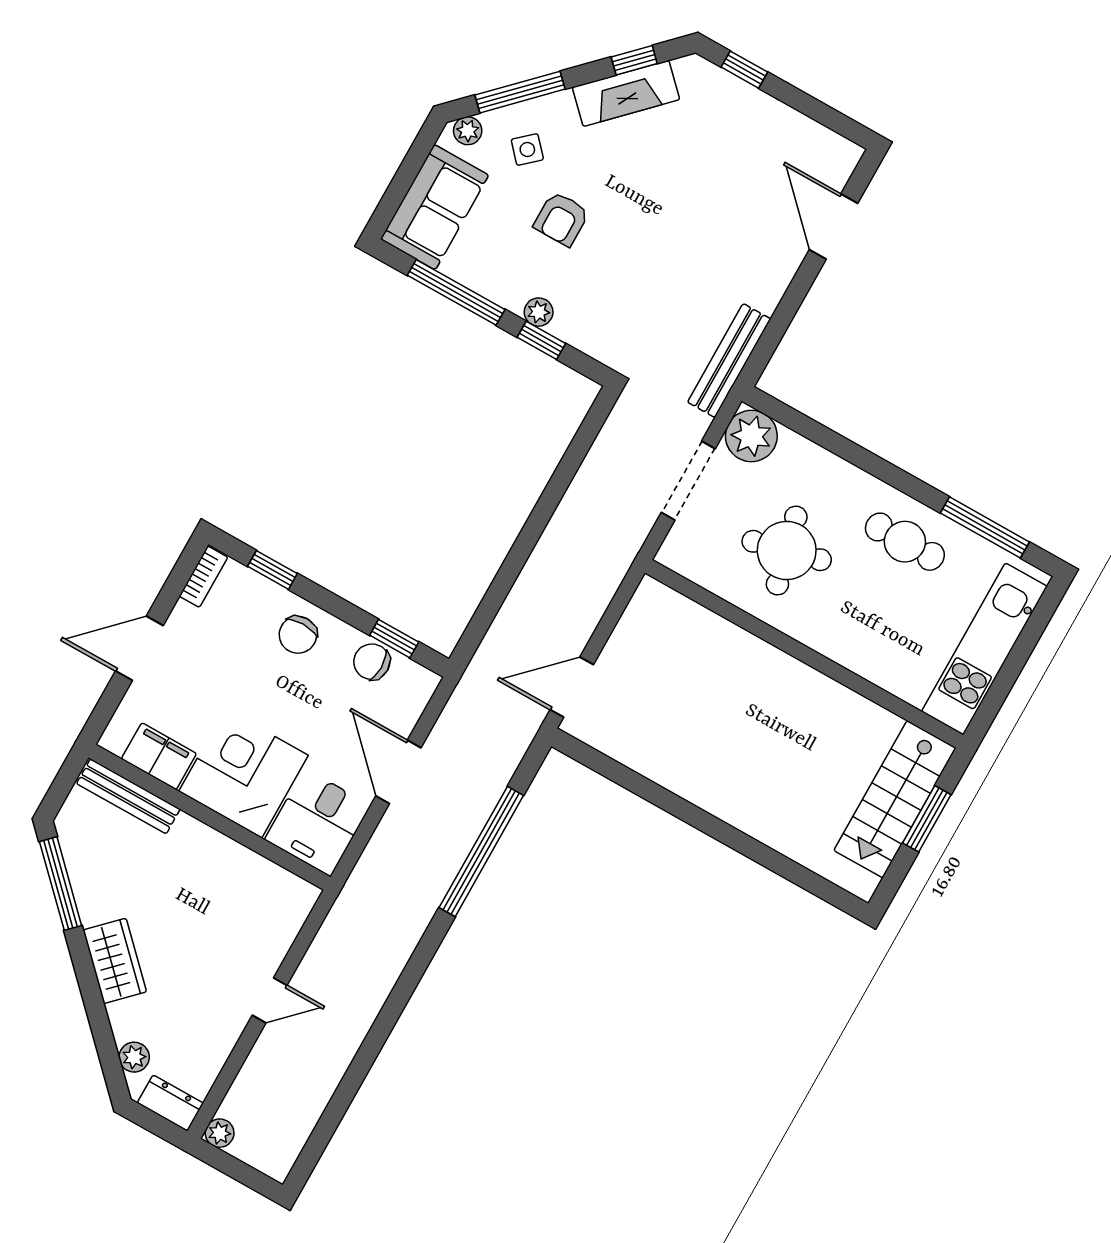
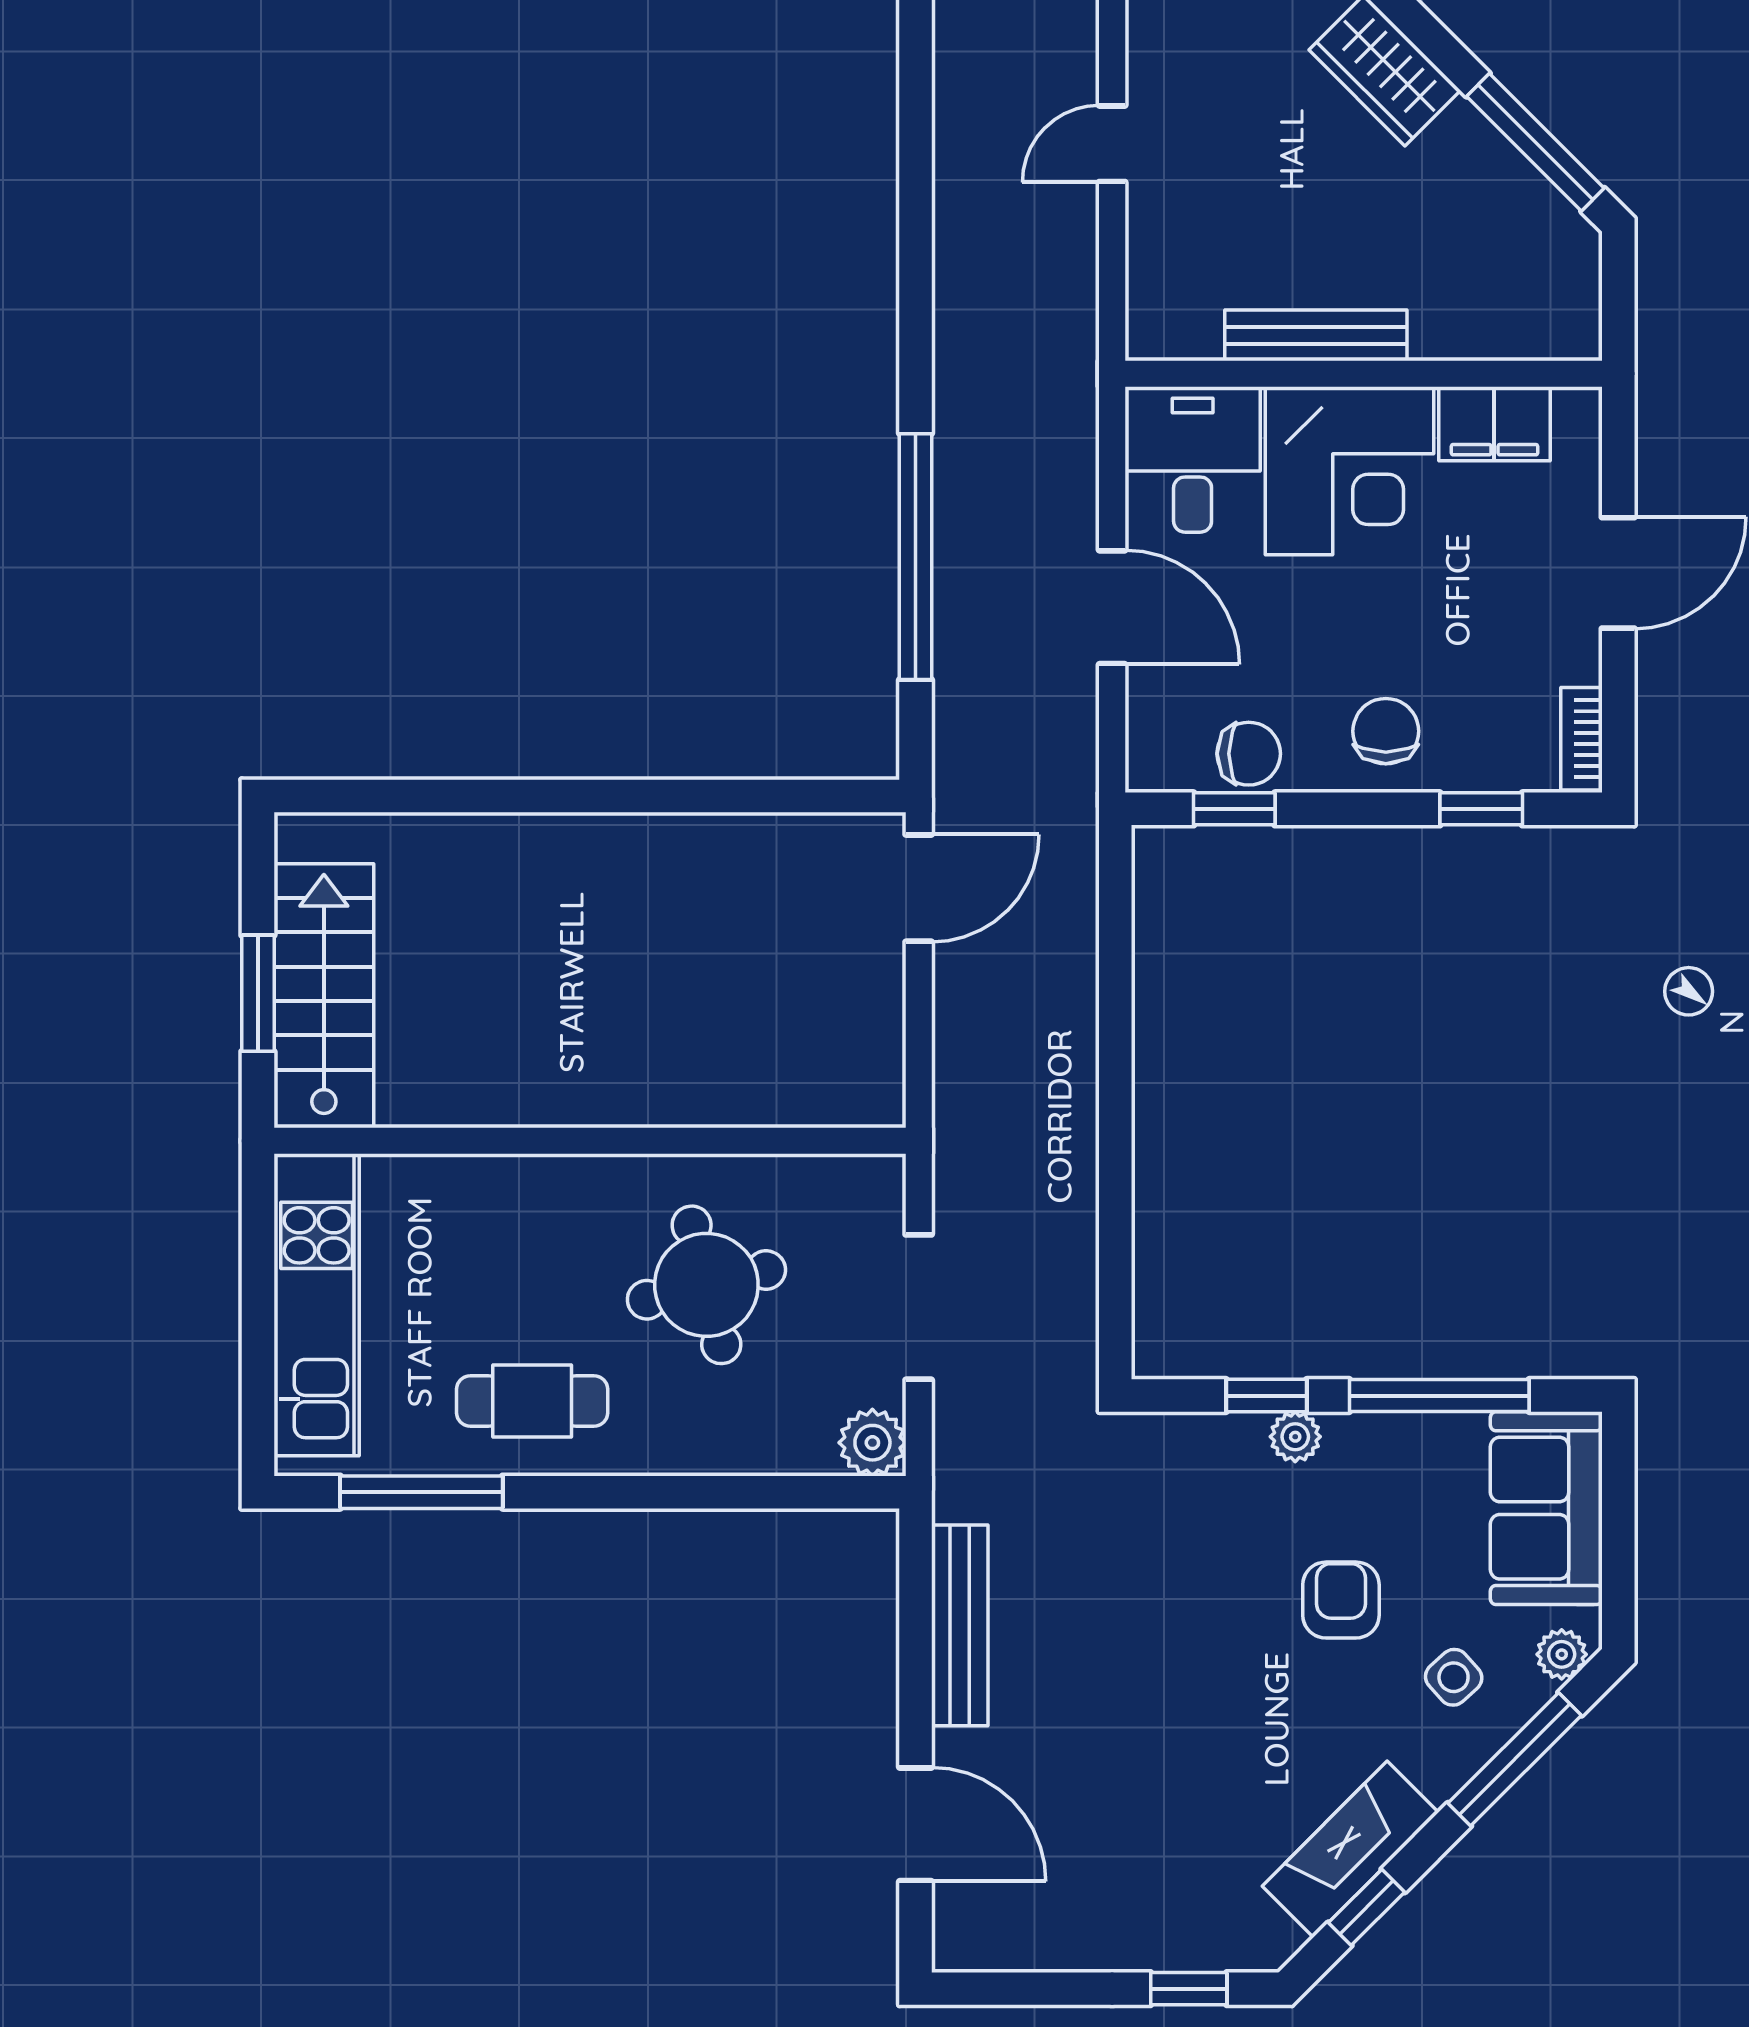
bench: (729, 361) -> (960, 1625), moved
plant: (751, 436) -> (872, 1443), width x0.73, depth x0.73
bench: (128, 796) -> (1316, 335), moved

